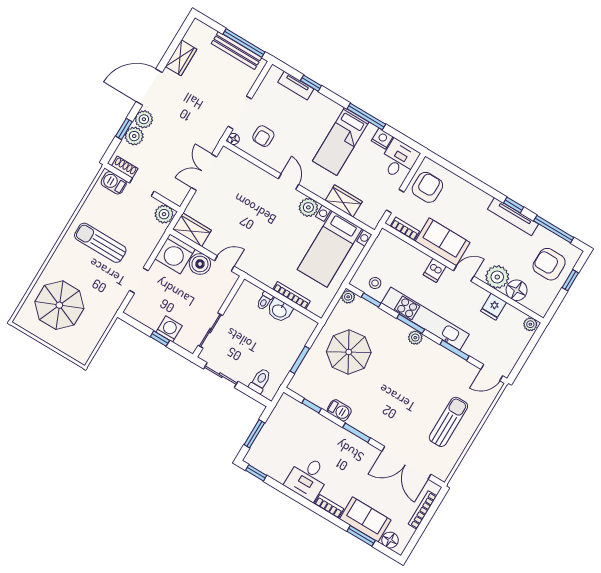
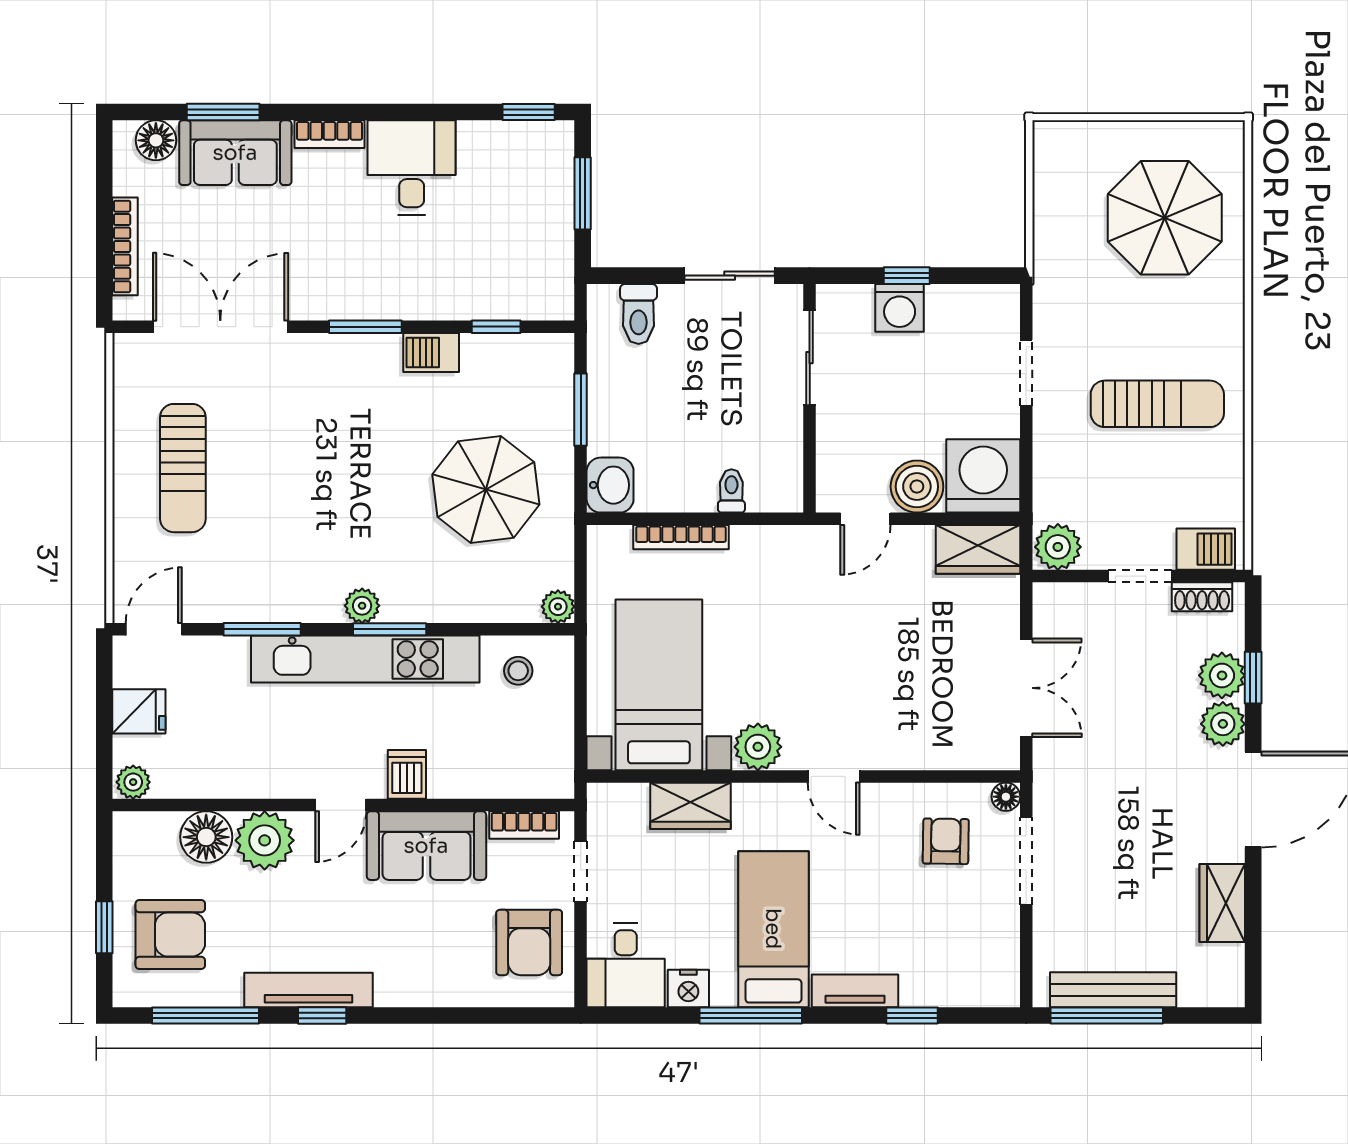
tv unit: (296, 86) -> (855, 991), moved
window: (371, 300) -> (505, 629), removed
fridge: (494, 307) -> (139, 711), moved, turned 90
washbasin: (280, 310) -> (610, 485), moved, turned 90

